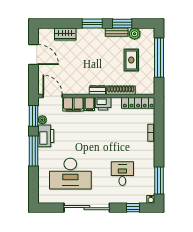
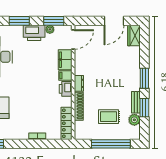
wardrobe: (65, 34) -> (134, 35), moved
window: (34, 151) -> (19, 21), width x0.69

